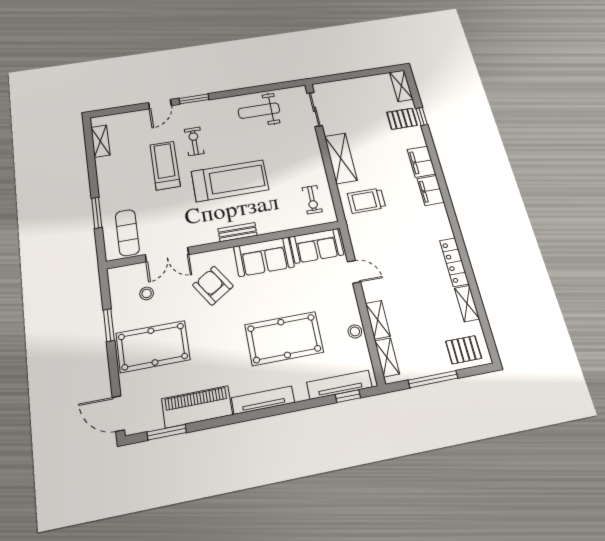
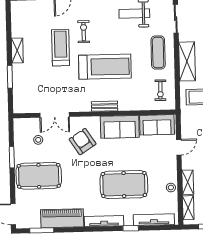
shelving: (100, 141) -> (17, 51), moved
exercise mat: (127, 233) -> (158, 53), moved
door: (354, 272) -> (179, 147), hinge flipped
window: (348, 396) -> (131, 228), moved

